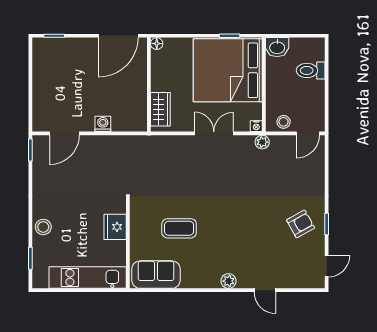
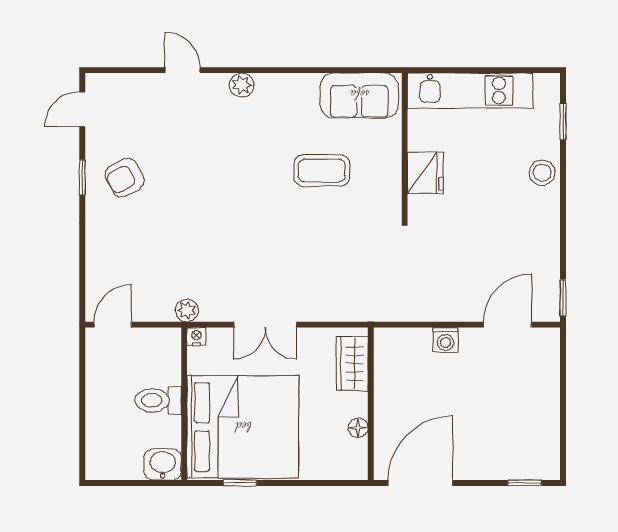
floor lamp: (157, 44) -> (358, 428), moved
toilet: (311, 70) -> (158, 400), moved, turned 180
stool: (284, 122) -> (152, 343), removed

